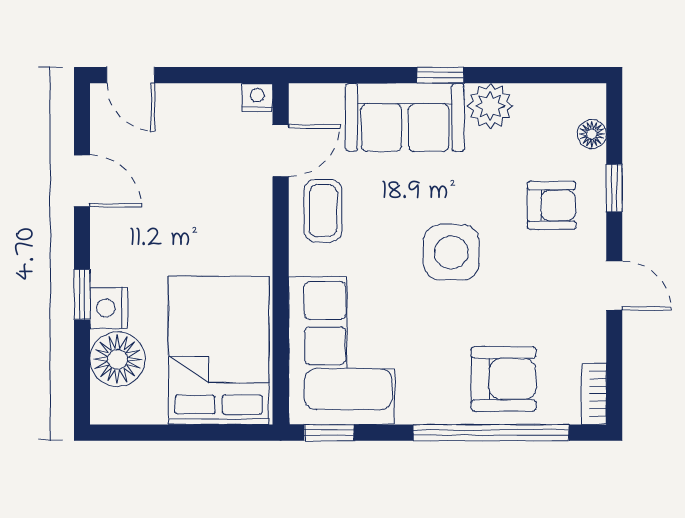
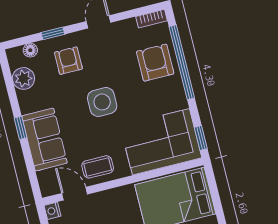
plant: (490, 106) -> (23, 78), moved

